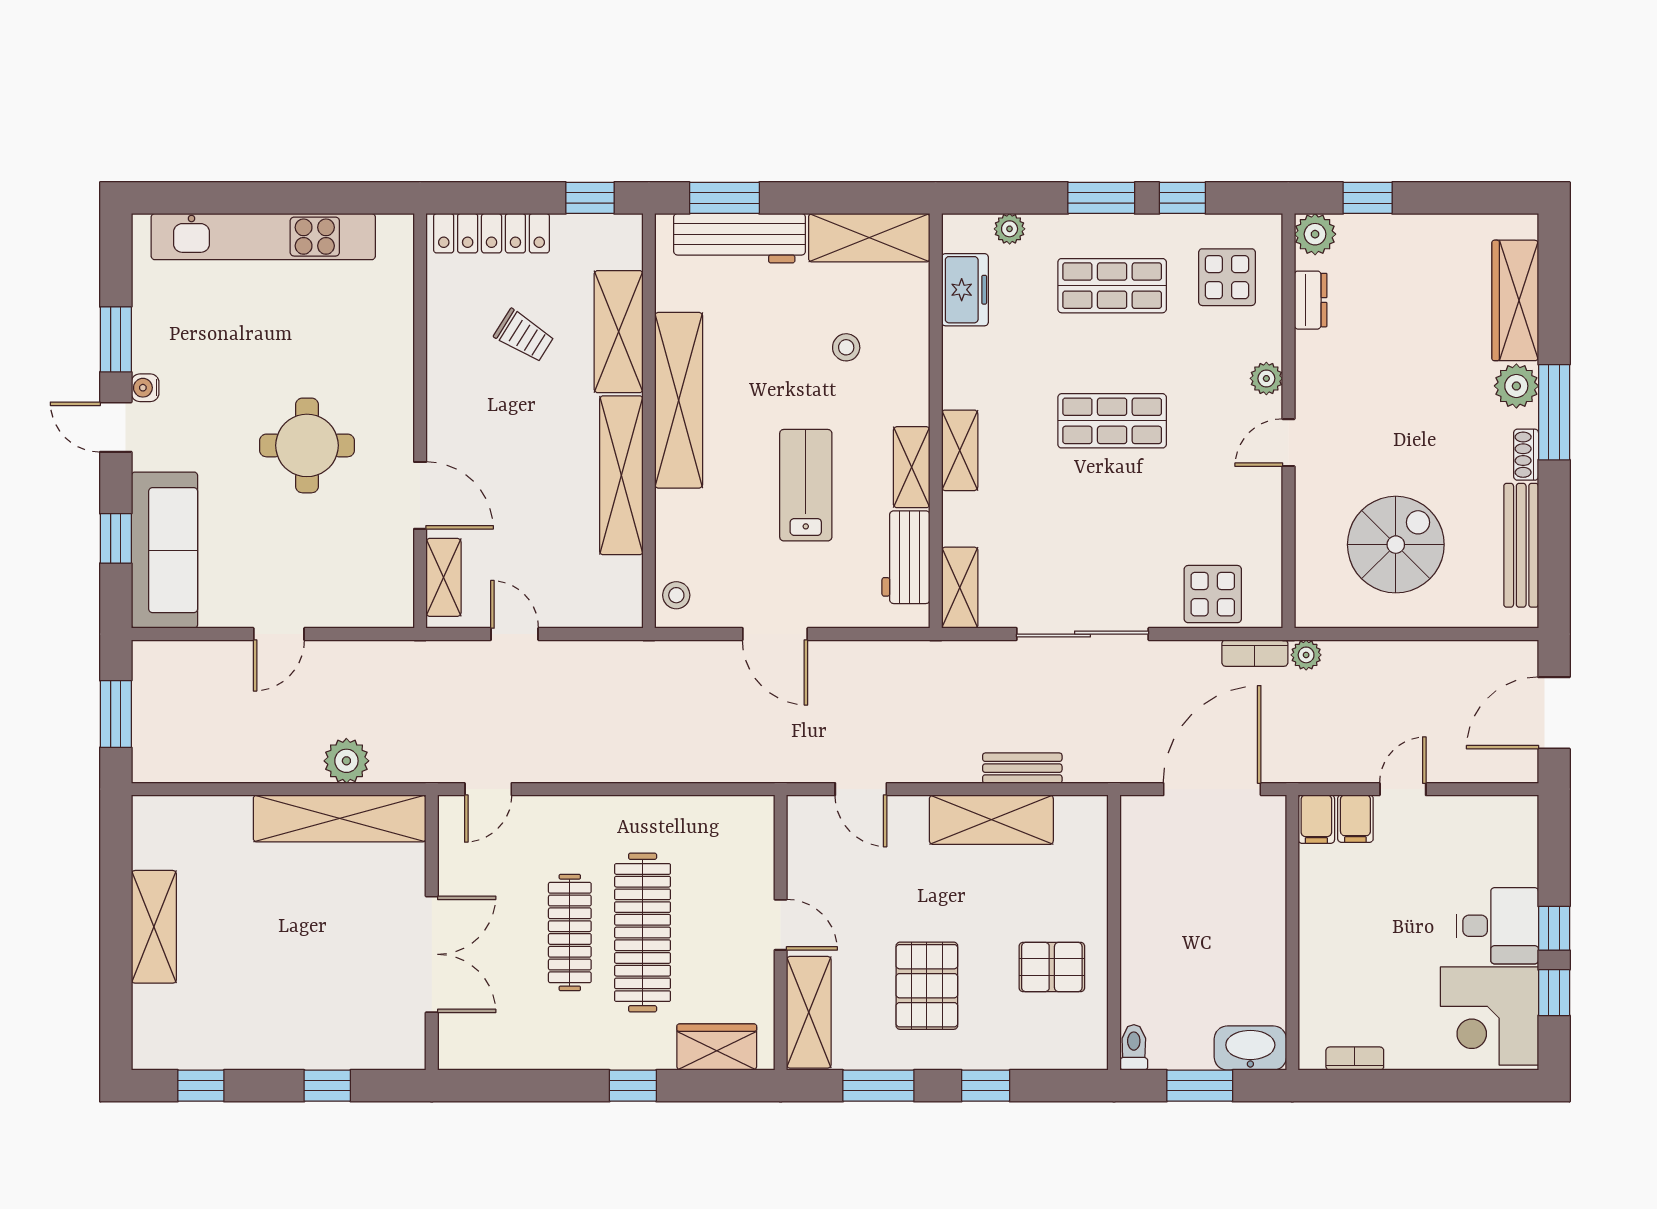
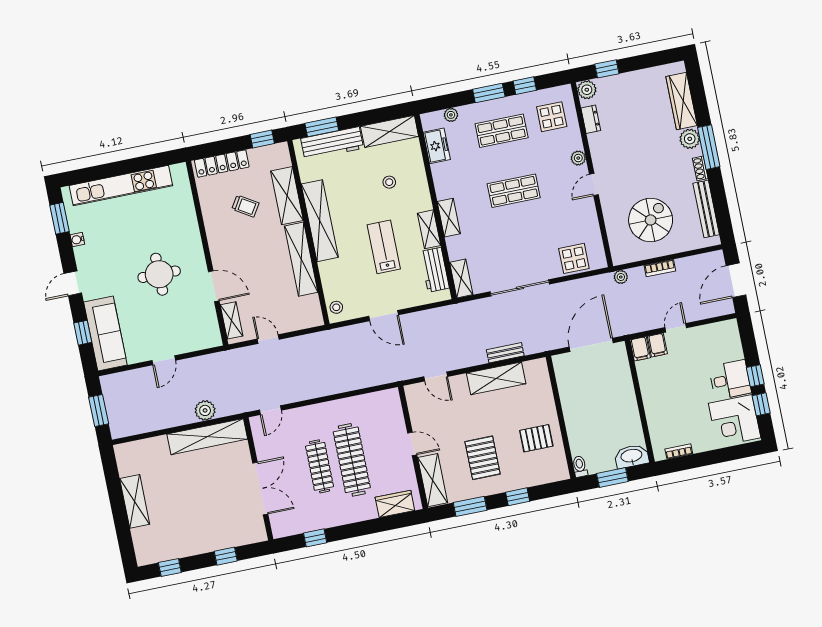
window: (116, 339) -> (60, 218), moved
water cooler: (145, 388) -> (77, 240), moved
door: (116, 427) -> (73, 283), hinge flipped
bookcase: (1255, 653) -> (660, 268), moved
window: (633, 1086) -> (315, 538), moved

